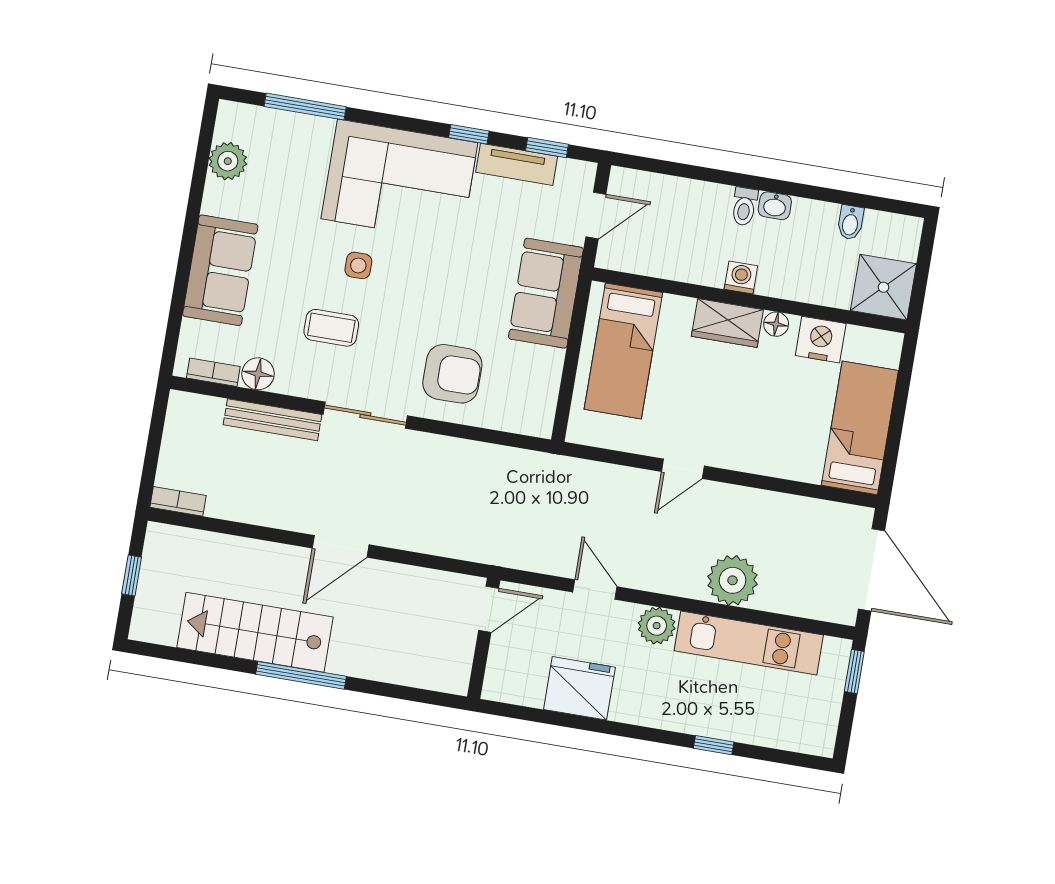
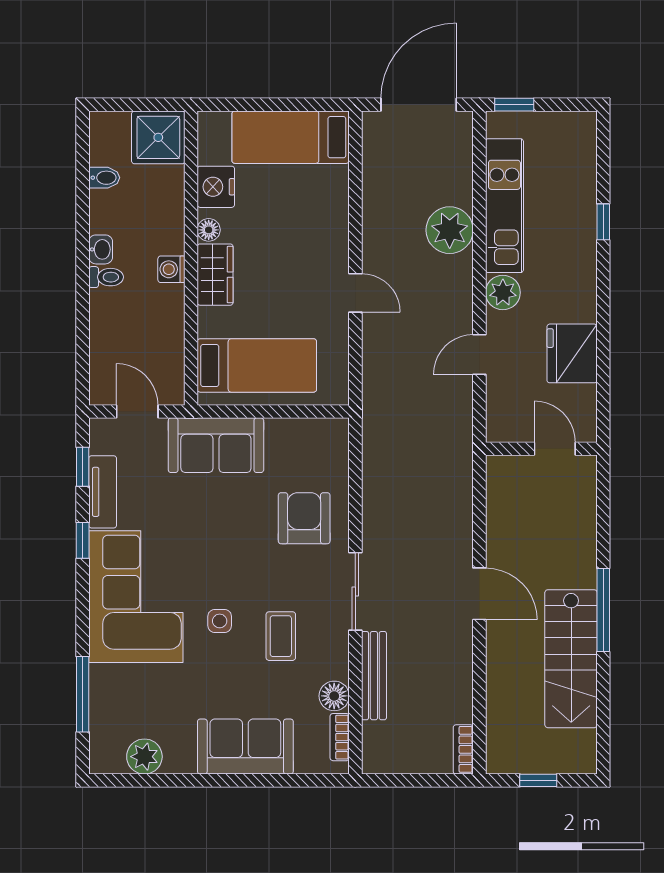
door: (489, 609) -> (555, 449), moved

